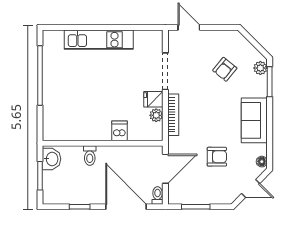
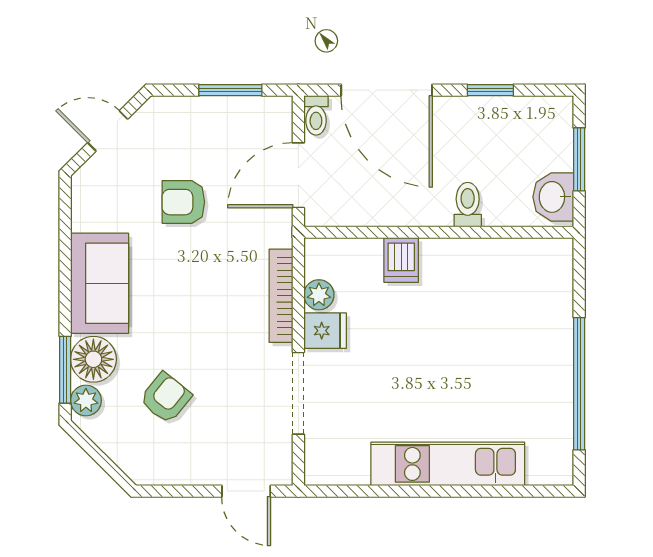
floor lamp: (262, 162) -> (93, 359), moved, width x1.89, depth x1.89

